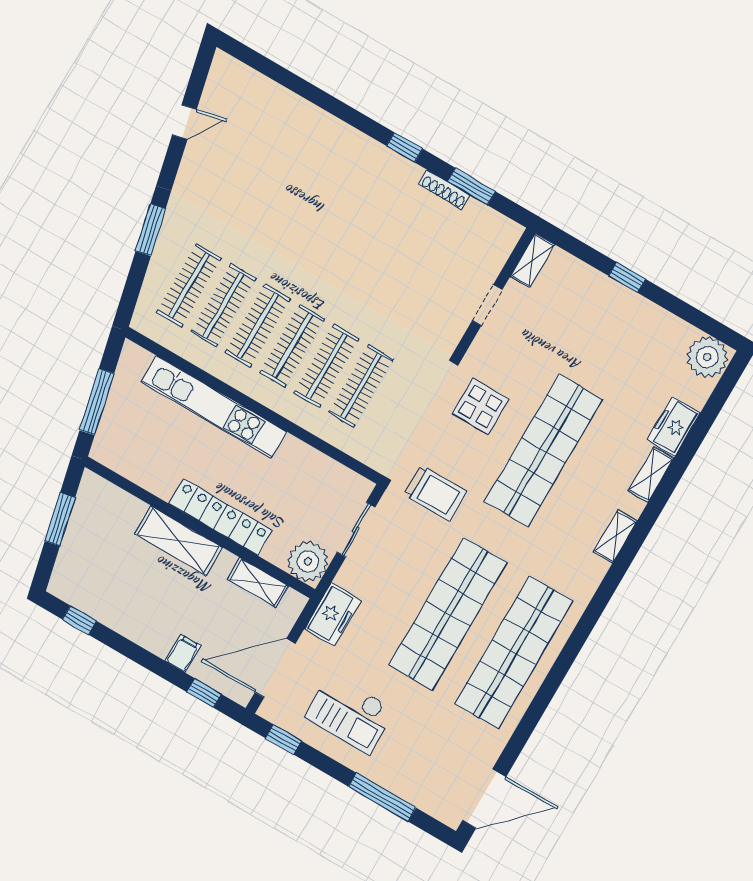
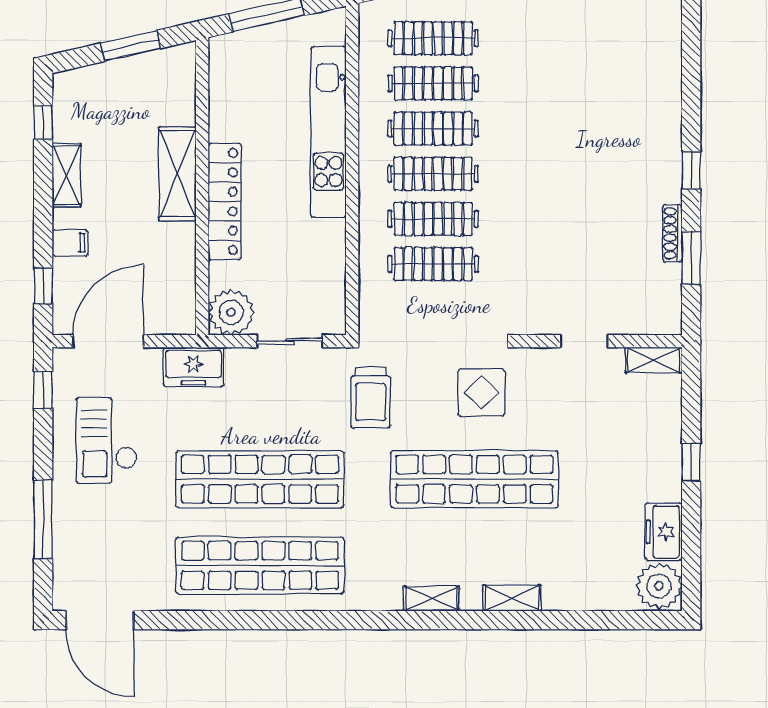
freezer: (674, 426) -> (663, 532), moved, turned -90
shelving: (258, 583) -> (67, 175), moved
door: (275, 668) -> (108, 341), hinge flipped

